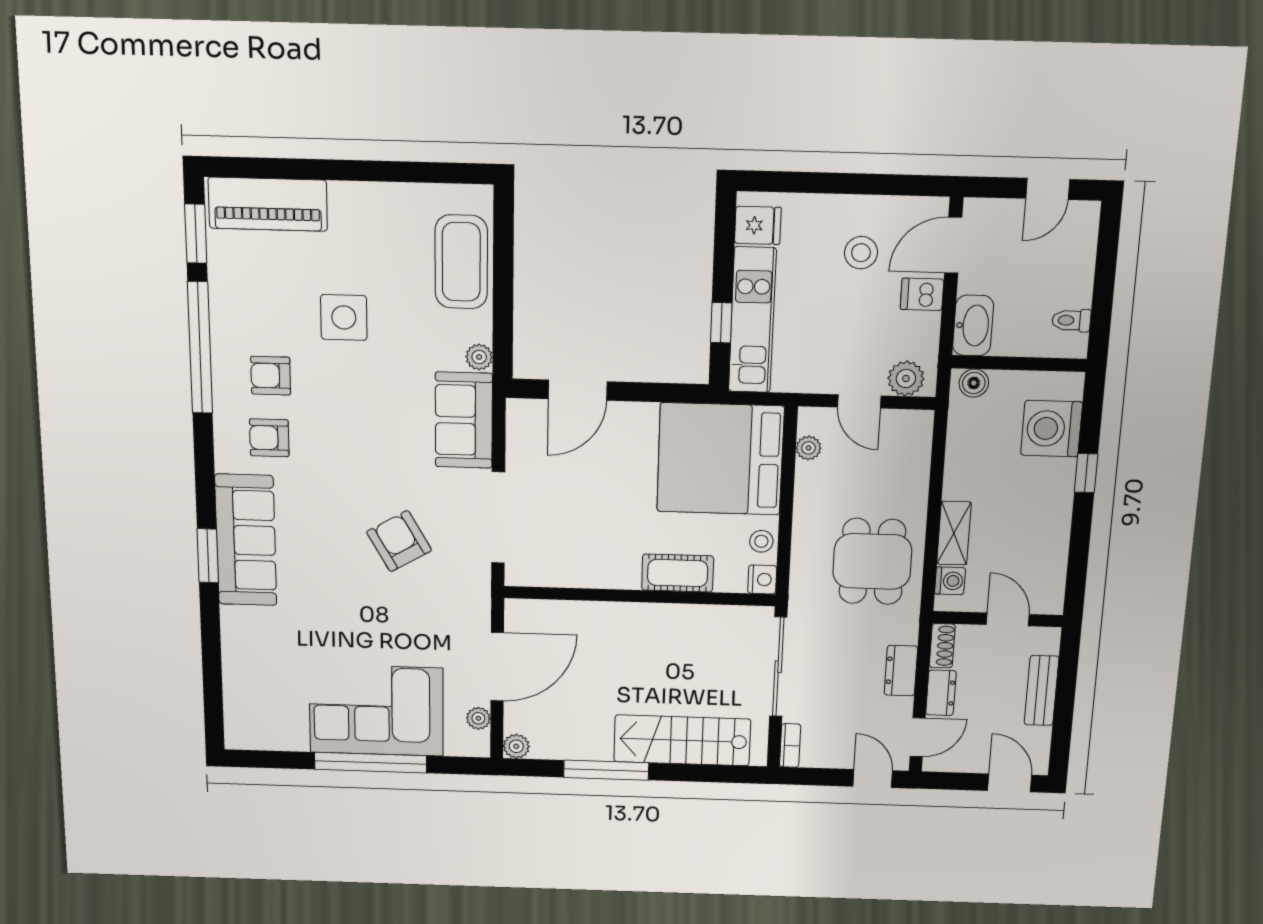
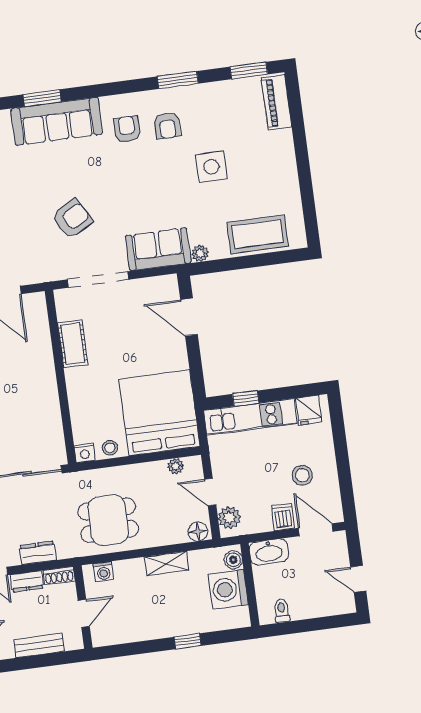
piano: (268, 204) -> (276, 102), width x0.73, depth x0.75
window: (200, 348) -> (178, 80), width x0.47
armchair: (271, 376) -> (167, 126), turned 180
door: (859, 401) -> (210, 492), hinge flipped
washing machine: (1052, 429) -> (228, 589), moved, turned -90
floor lamp: (918, 430) -> (198, 532), added
shelving: (954, 533) -> (167, 563), moved
cot: (678, 573) -> (73, 344), moved

